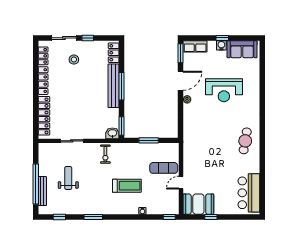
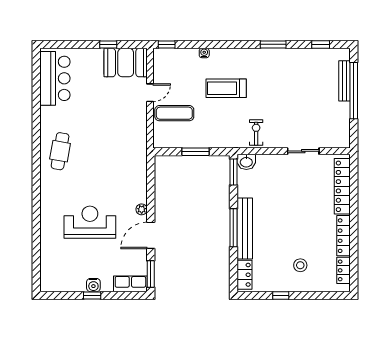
sliding door: (64, 38) -> (314, 295), removed
sofa: (242, 49) -> (65, 280), removed
weight bench: (68, 178) -> (308, 99), removed

